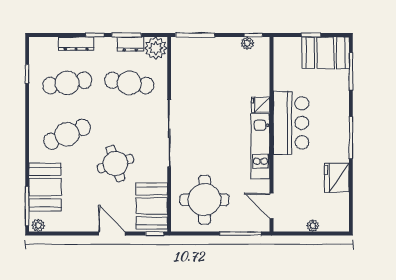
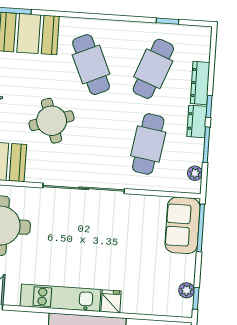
dresser: (130, 44) -> (197, 121), moved
plant: (156, 48) -> (195, 173), width x0.53, depth x0.53
sofa: (194, 50) -> (182, 225), added
cafe table: (67, 83) -> (153, 69), turned 30

